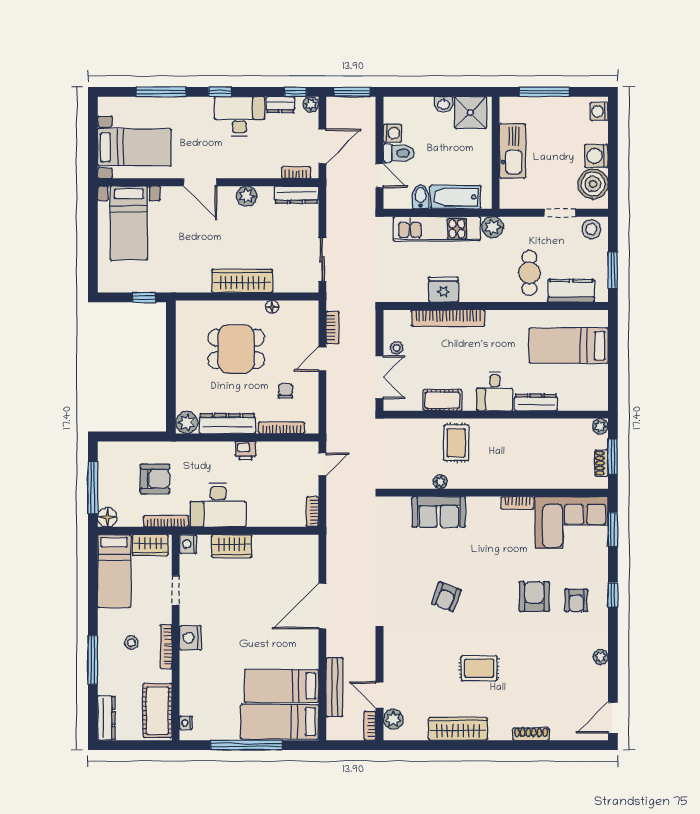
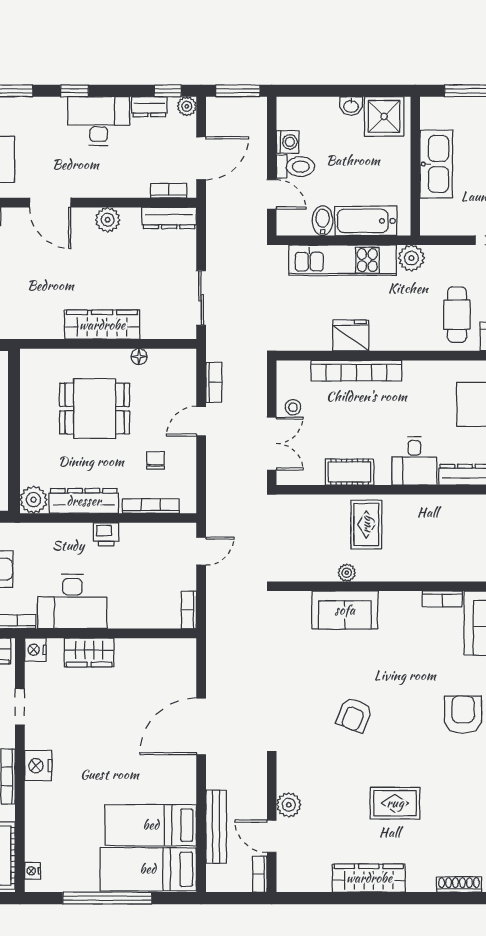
plant: (393, 719) -> (289, 805), moved

